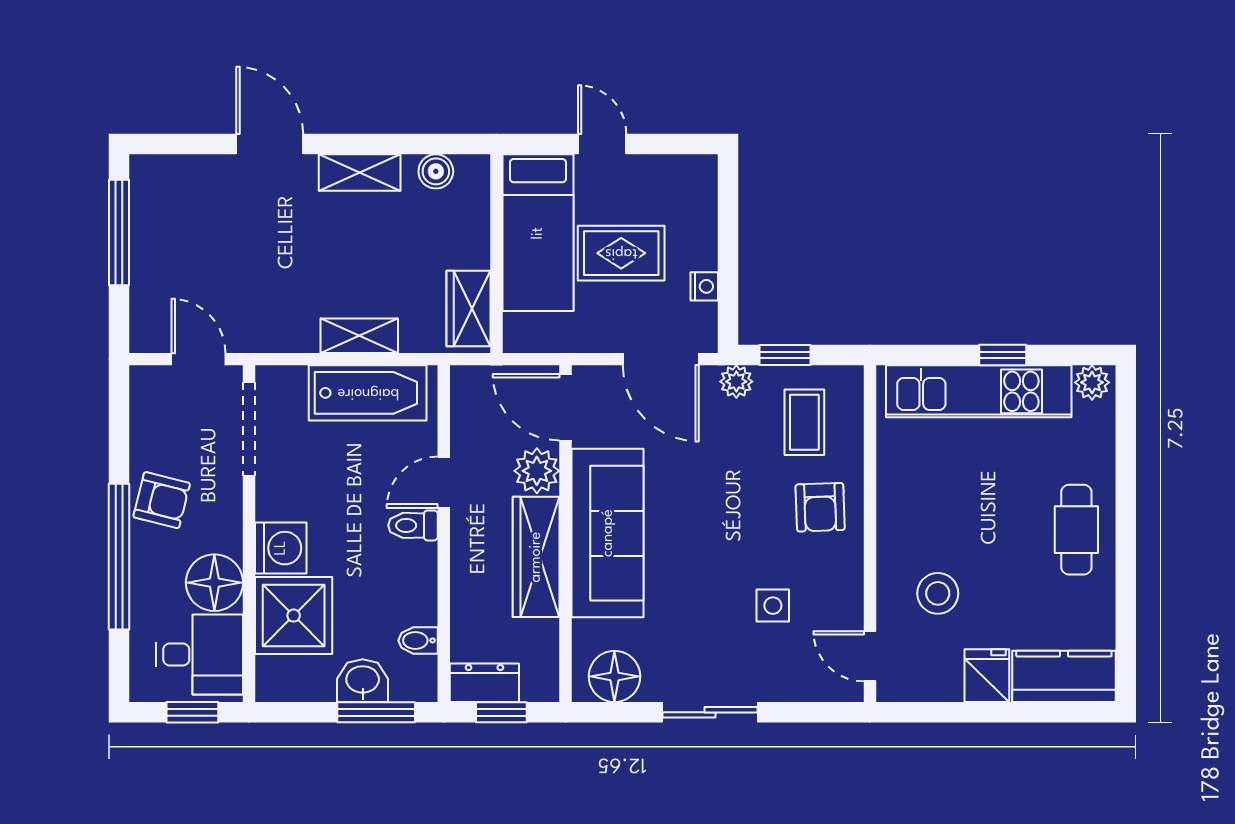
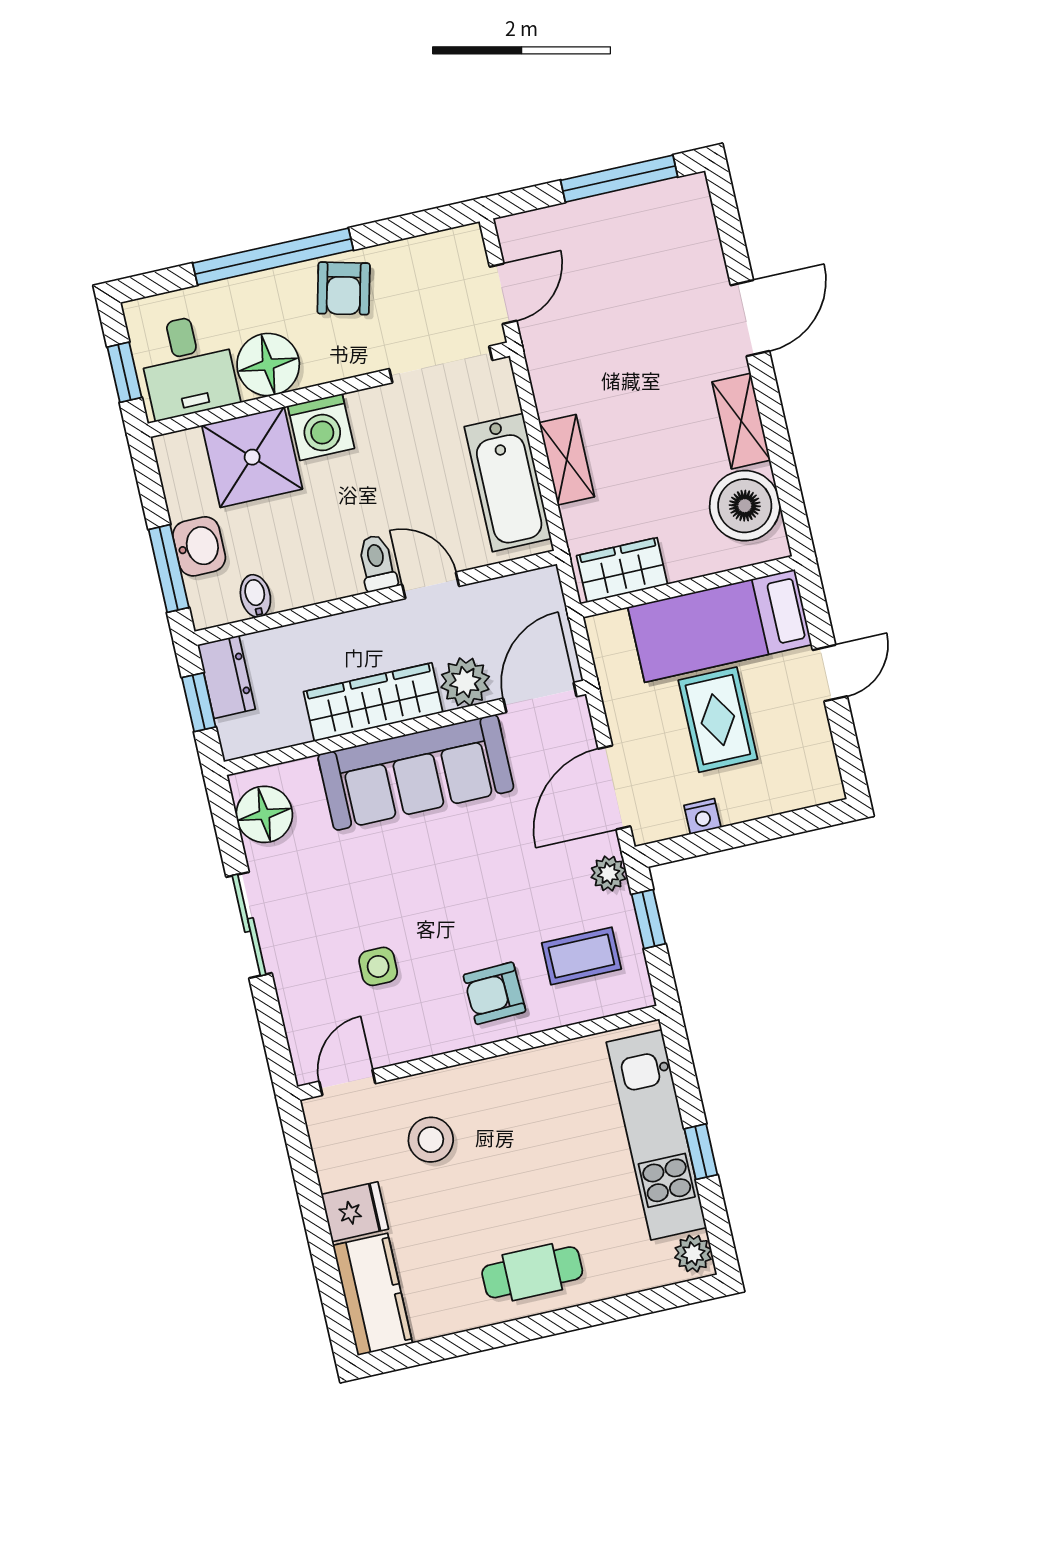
boiler: (436, 171) -> (745, 506), width x1.86, depth x1.86

